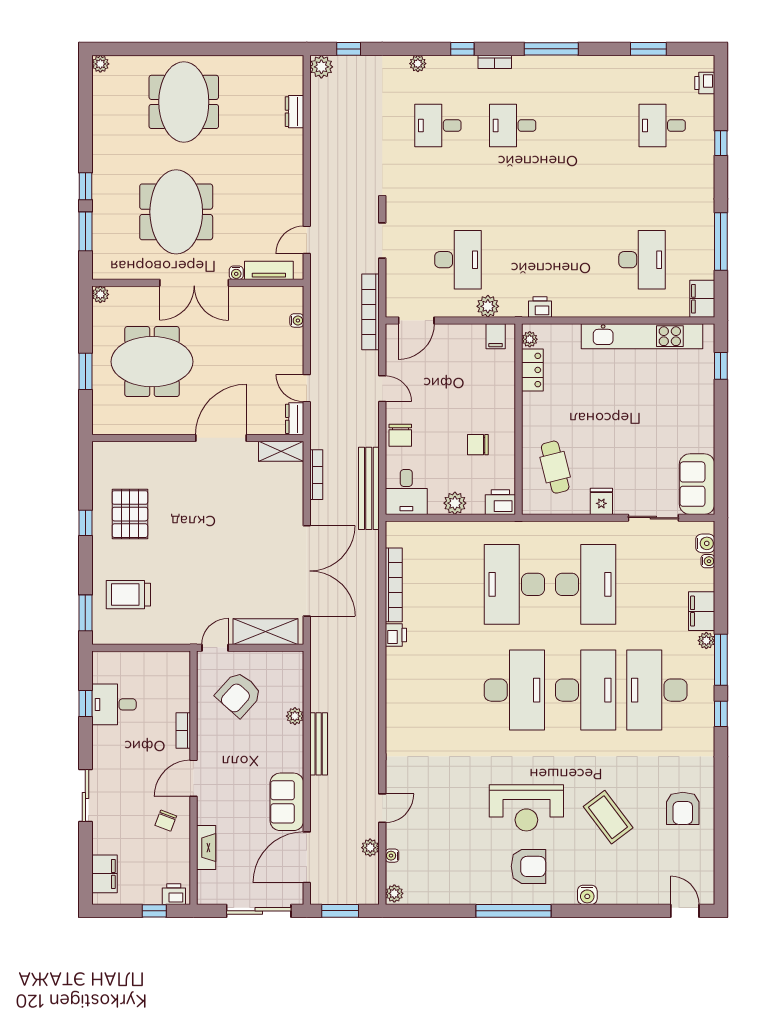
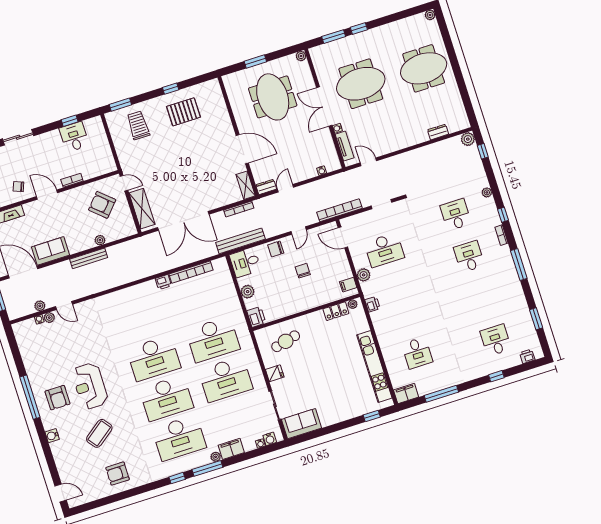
desk: (642, 260) -> (417, 353), width x0.73
chair: (478, 445) -> (303, 271), moved
desk: (514, 584) -> (213, 339), turned 180
desk: (657, 690) -> (179, 438), turned 180
plant: (394, 893) -> (49, 318), moved
door: (685, 911) -> (61, 493), hinge flipped

